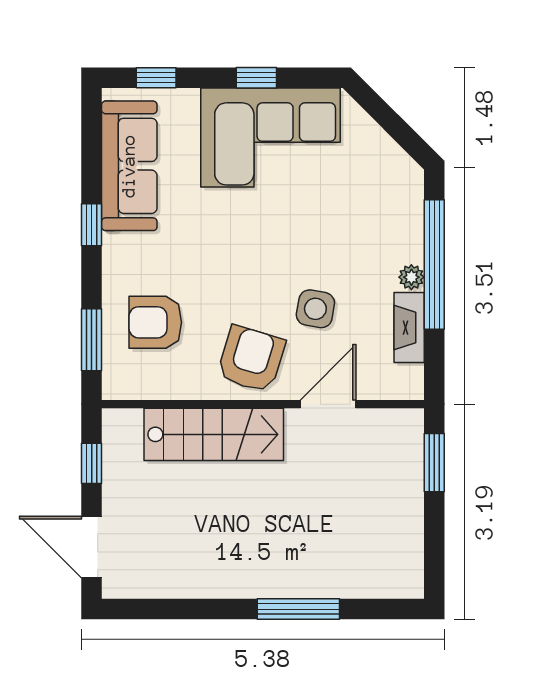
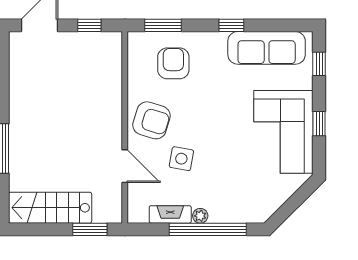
stairs: (214, 434) -> (50, 208), moved, turned 90

